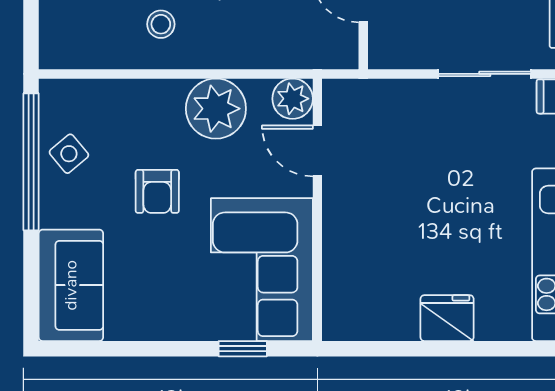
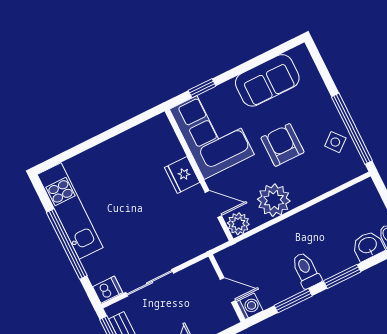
stool: (161, 24) -> (321, 228), removed
armchair: (157, 191) -> (283, 145), width x1.38, depth x1.38
sofa: (71, 285) -> (267, 80), moved, turned -90
fridge: (447, 318) -> (182, 175), moved, turned 90

